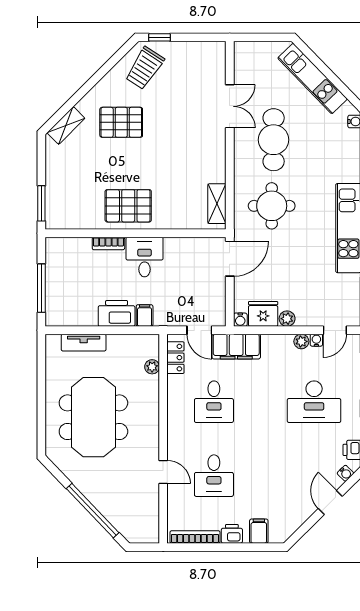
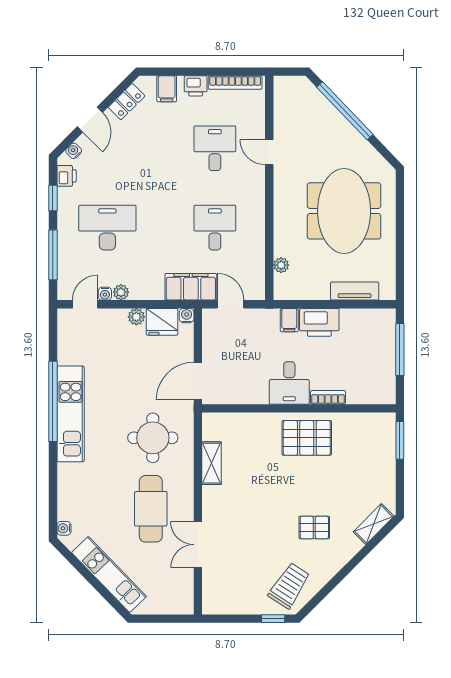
pallet: (121, 122) -> (314, 527), width x0.67, depth x0.71
shelving: (217, 204) -> (212, 463), moved
locker: (175, 358) -> (127, 102), moved, turned -135

